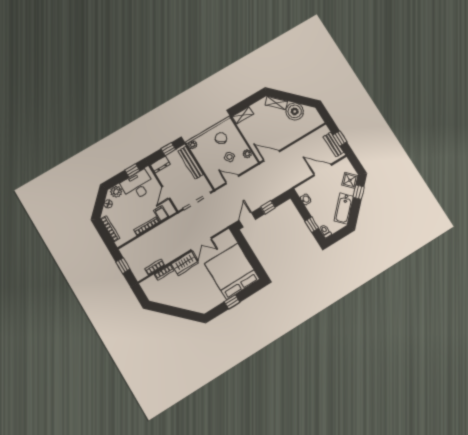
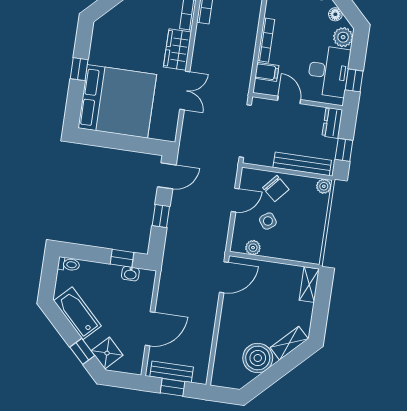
chair: (221, 138) -> (276, 189), moved
door: (247, 220) -> (167, 176), hinge flipped
window: (312, 225) -> (122, 258), moved
double door: (201, 244) -> (185, 91), swing flipped

